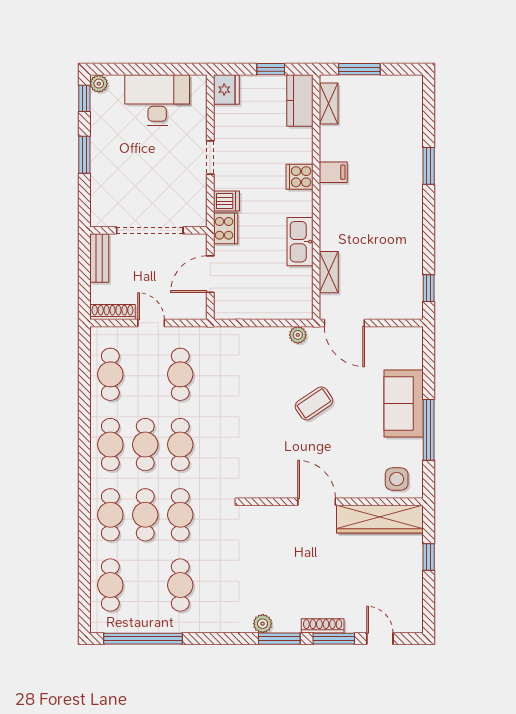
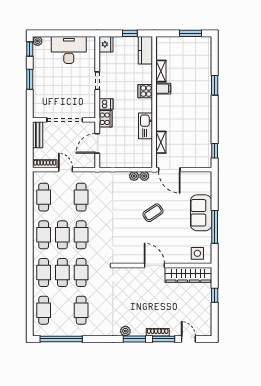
window: (359, 69) -> (191, 33), moved
shelving: (329, 104) -> (161, 71), moved
plant: (279, 335) -> (134, 176), added

